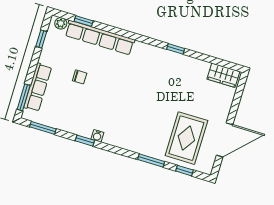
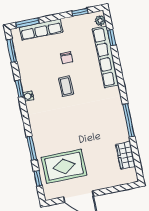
window: (176, 49) -> (129, 120), width x2.17
wardrobe: (223, 75) -> (126, 155), moved
coffee table: (108, 93) -> (66, 86), added

